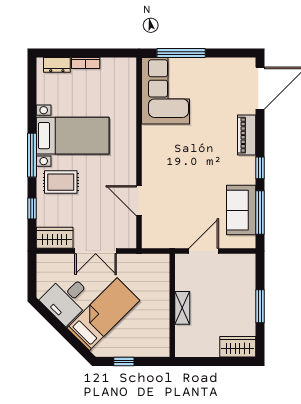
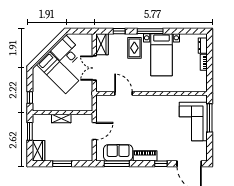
corner sofa: (165, 91) -> (193, 122), moved, turned 90
piano: (247, 135) -> (145, 156), moved
window: (260, 168) -> (161, 164), moved
door: (139, 201) -> (124, 93), hinge flipped
door: (204, 251) -> (94, 131), hinge flipped
window: (124, 362) -> (30, 98), moved
window: (204, 362) -> (30, 131), added

